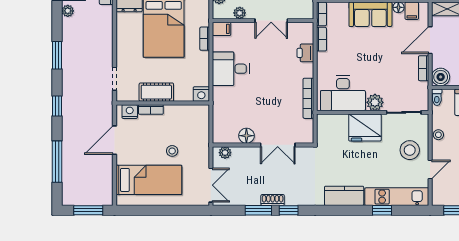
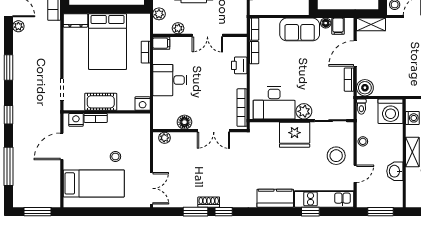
floor lamp: (246, 136) -> (184, 122), moved
wall: (263, 145) -> (200, 131), moved
double door: (278, 145) -> (214, 131), moved
plant: (225, 153) -> (165, 138), moved

